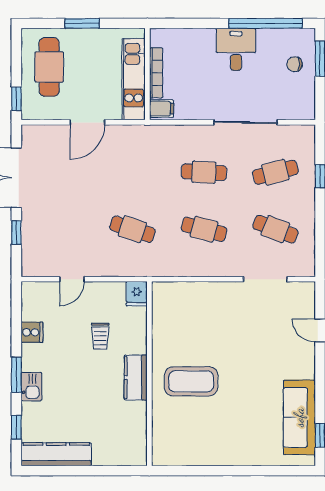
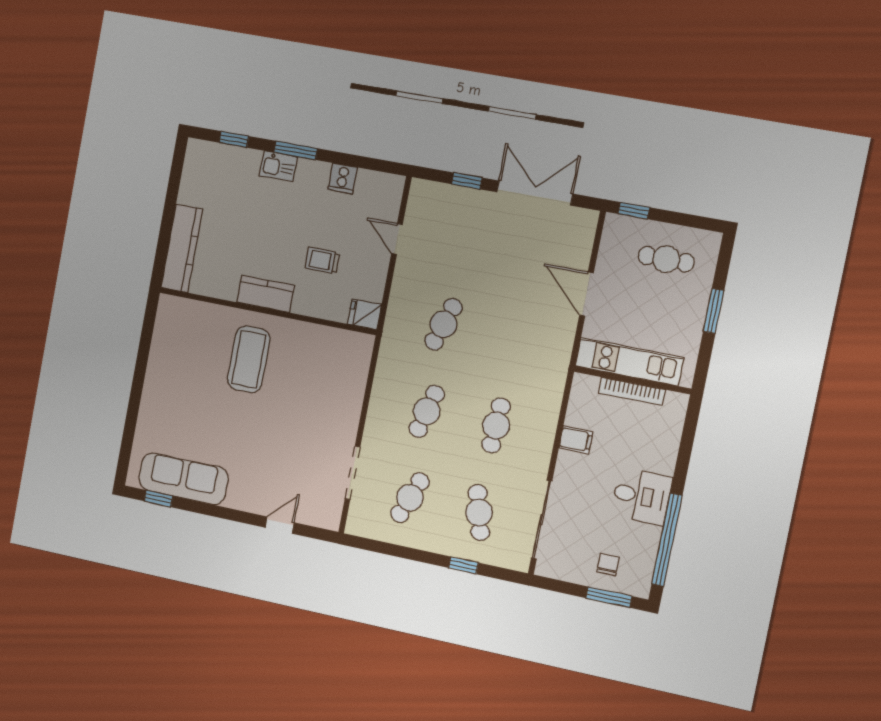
cafe table: (49, 67) -> (666, 259), width x0.73, depth x0.74
filing cabinet: (162, 109) -> (576, 440), moved, turned -90
sliding door: (246, 122) -> (542, 520), moved
kitchen counter: (56, 454) -> (182, 248), moved

